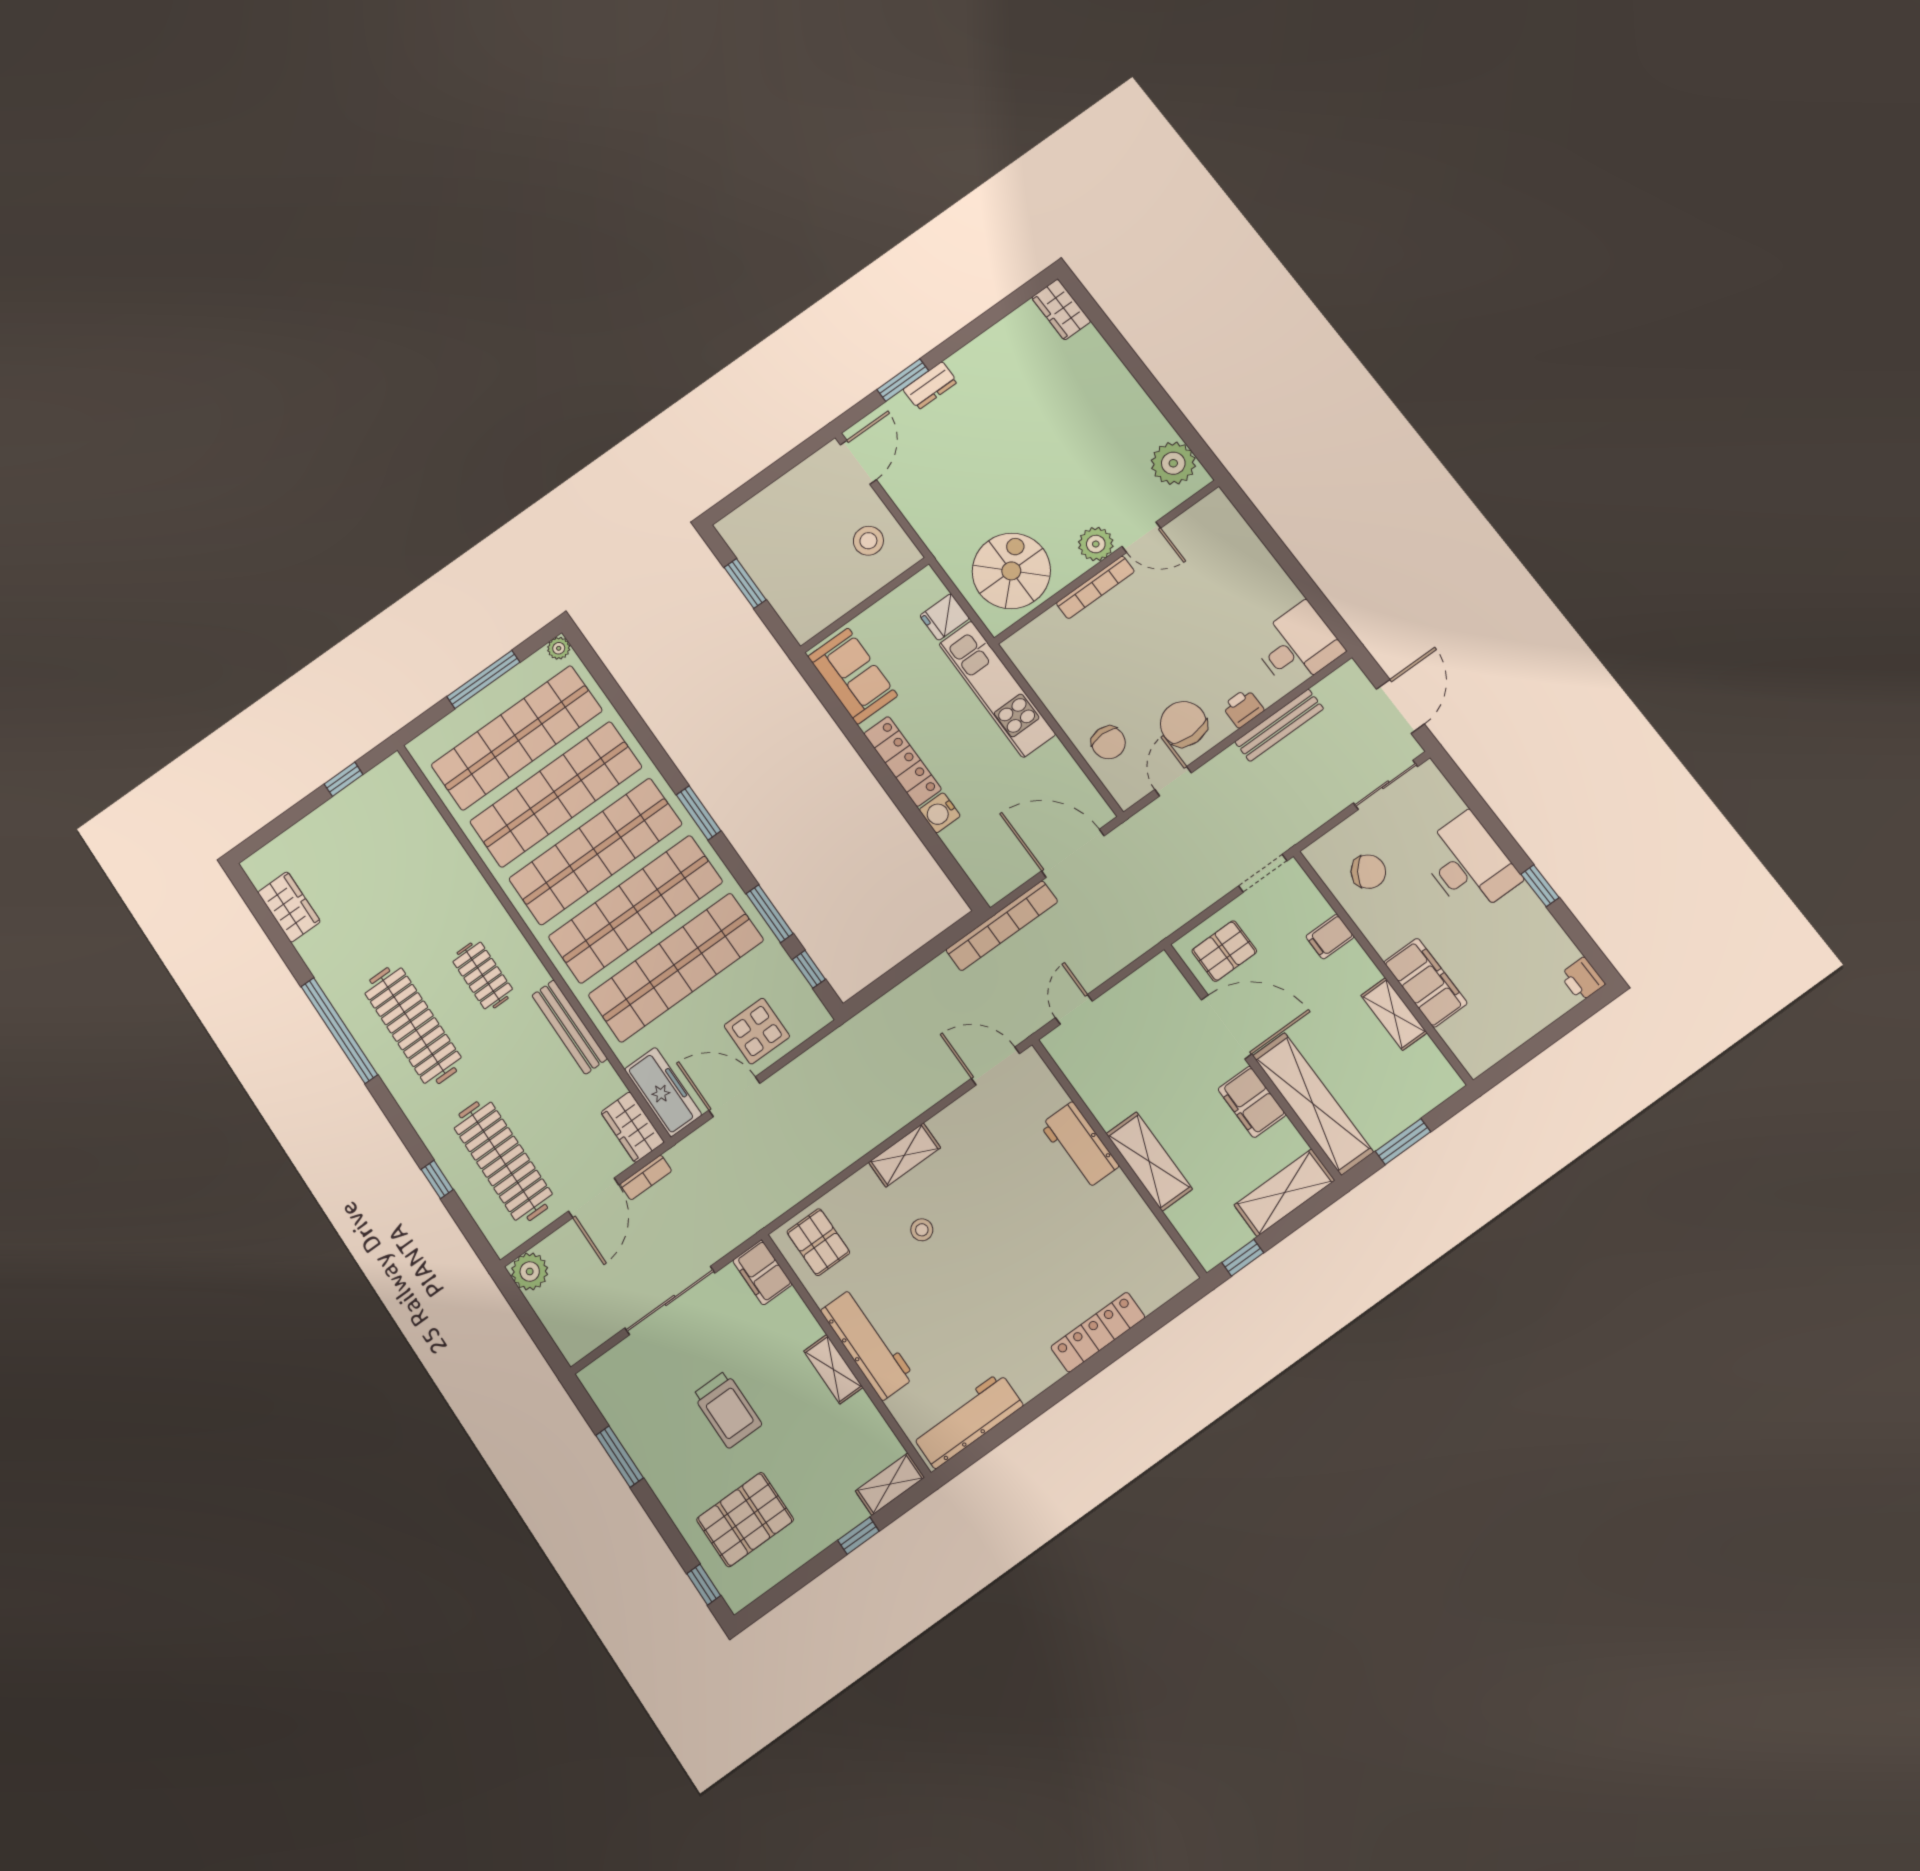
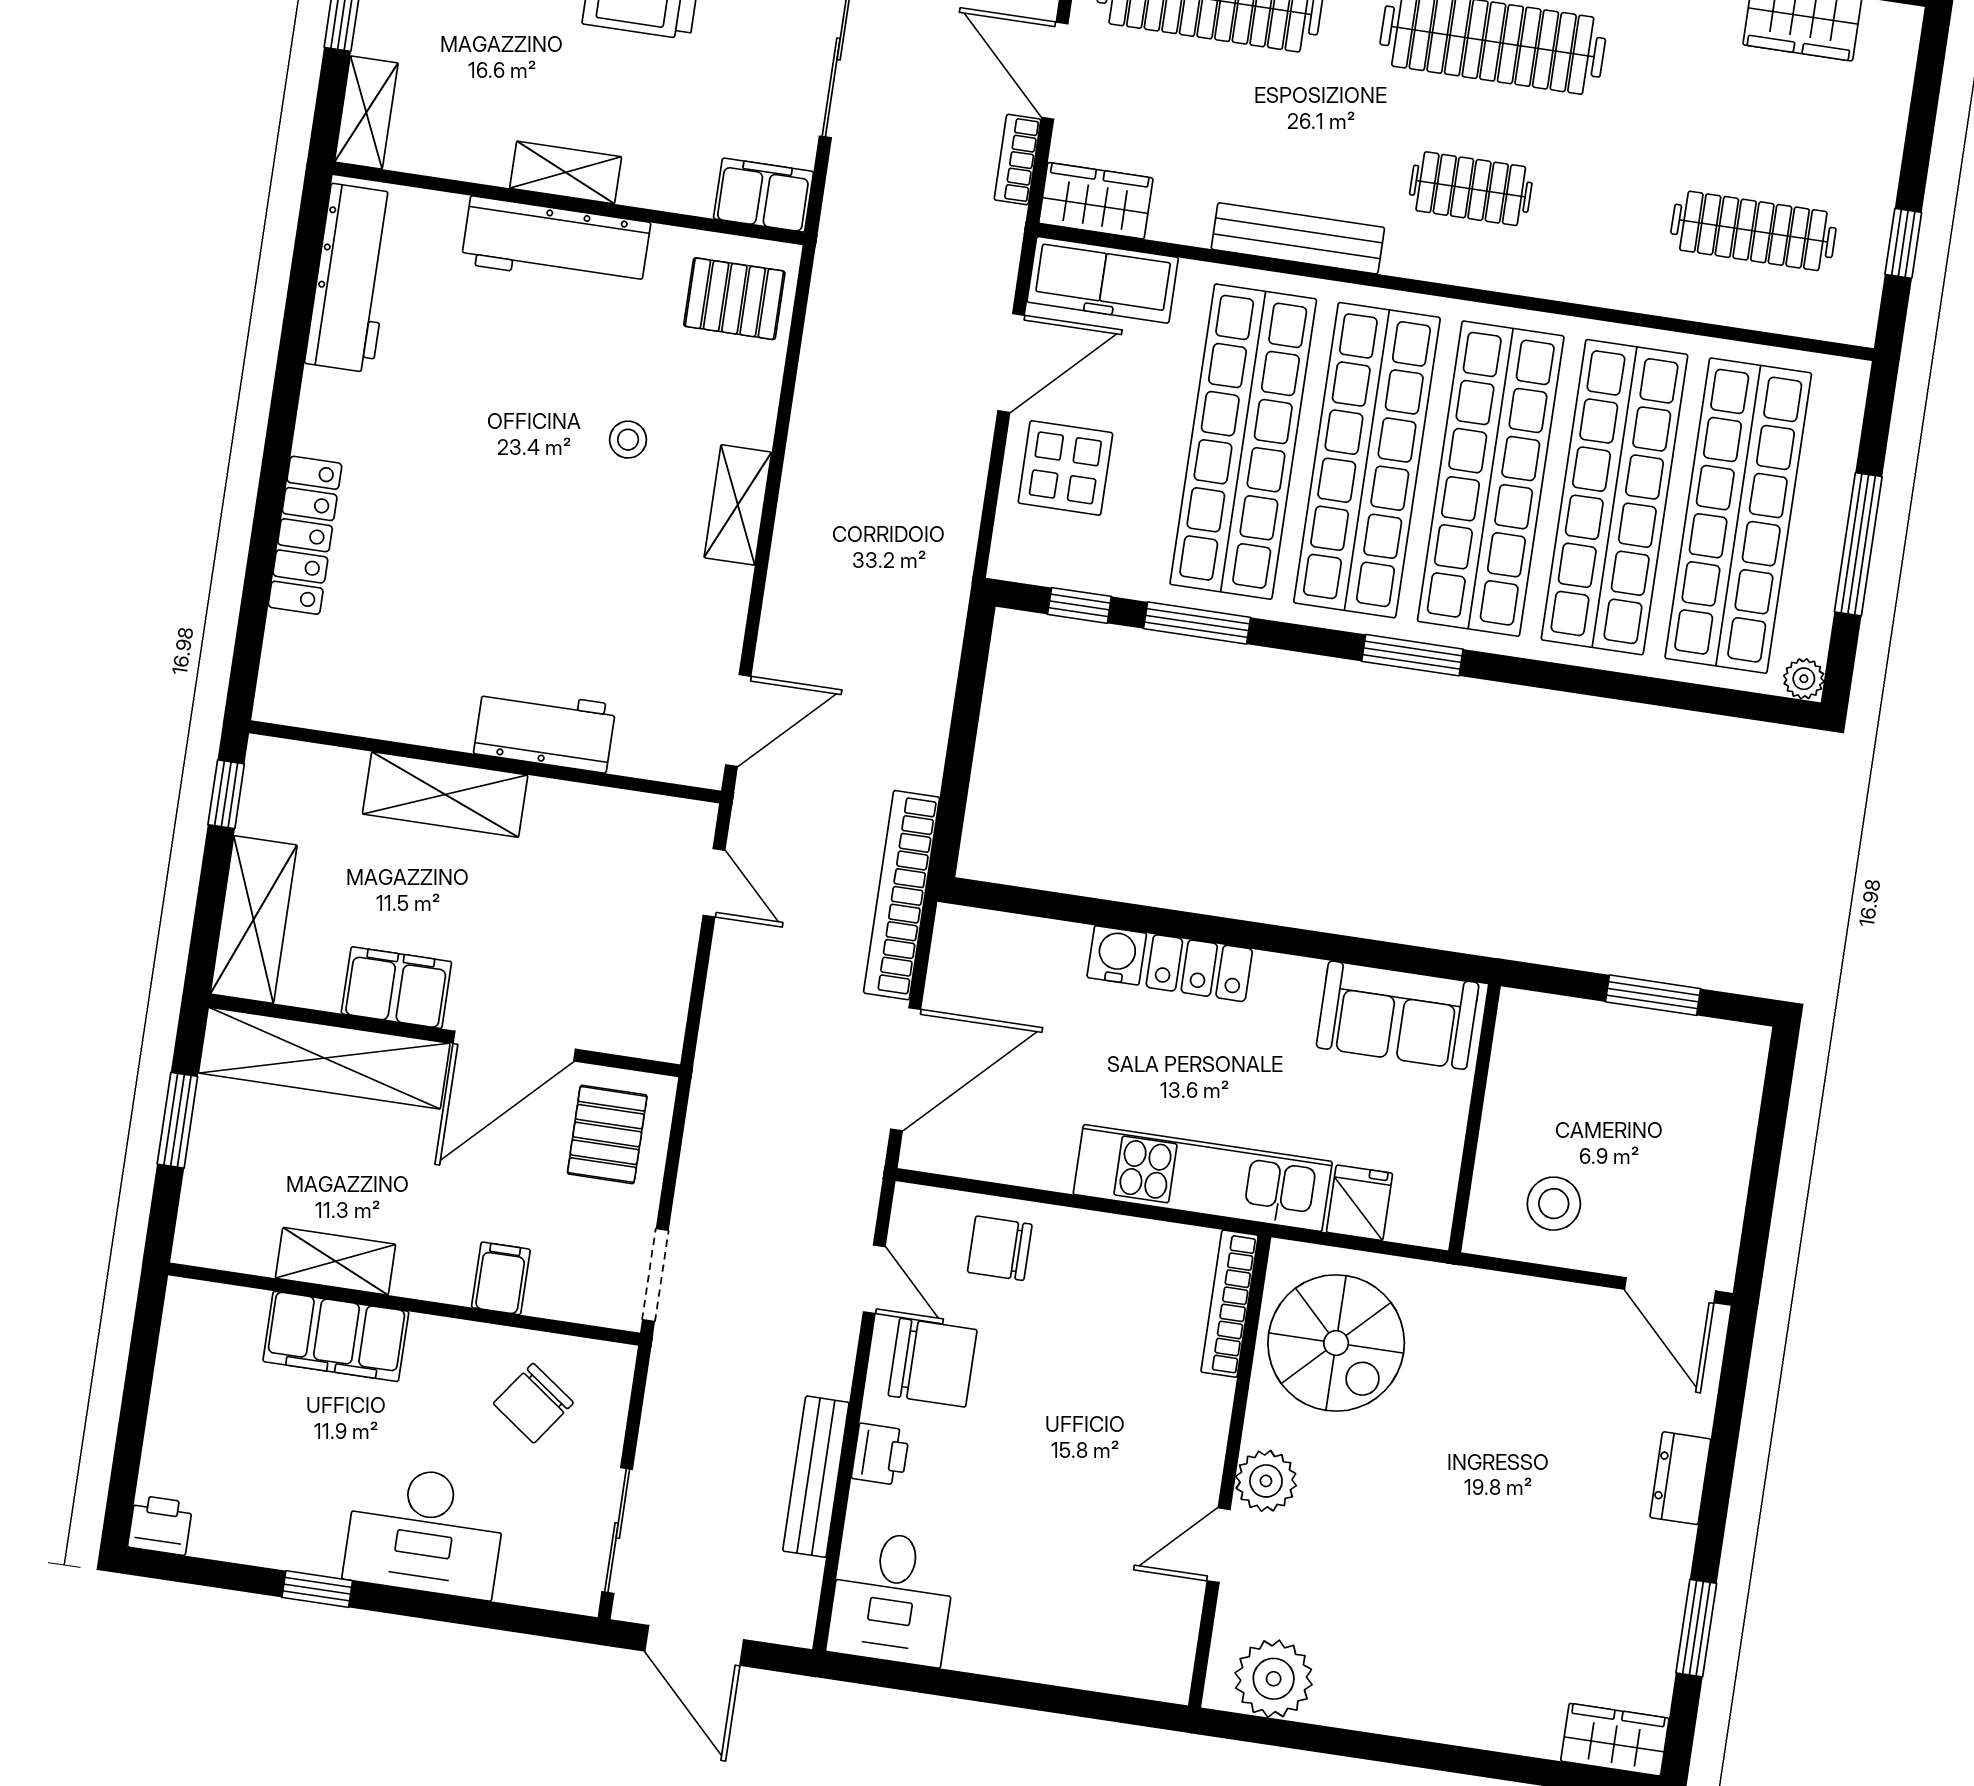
window: (903, 380) -> (1696, 1628), moved
bookcase: (1095, 587) -> (1230, 1304), moved
locker: (903, 761) -> (1199, 968), width x0.66
clothes rail: (394, 844) -> (1753, 231), added

